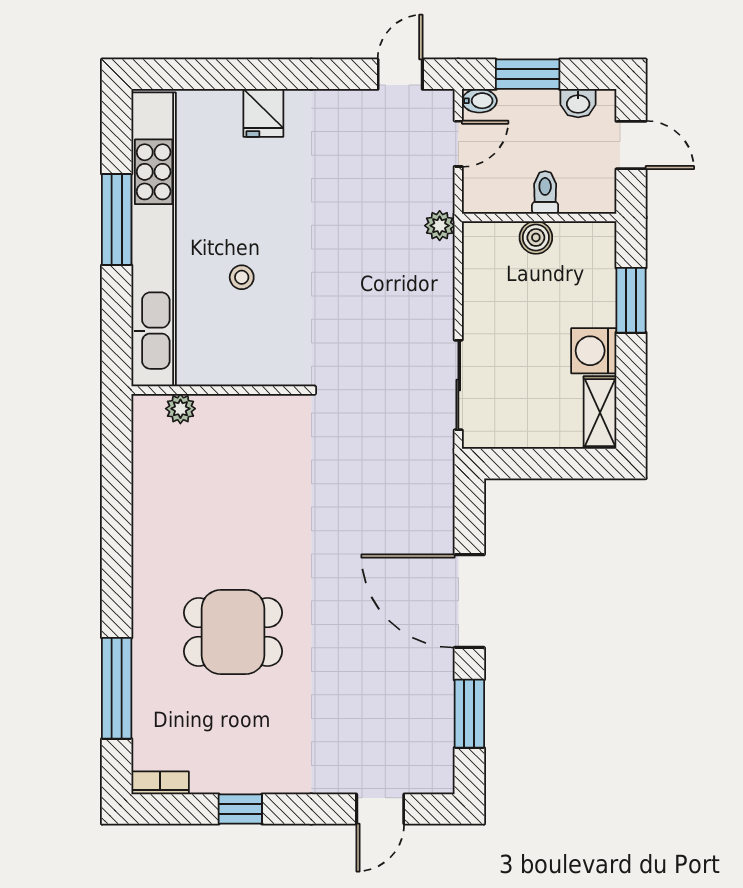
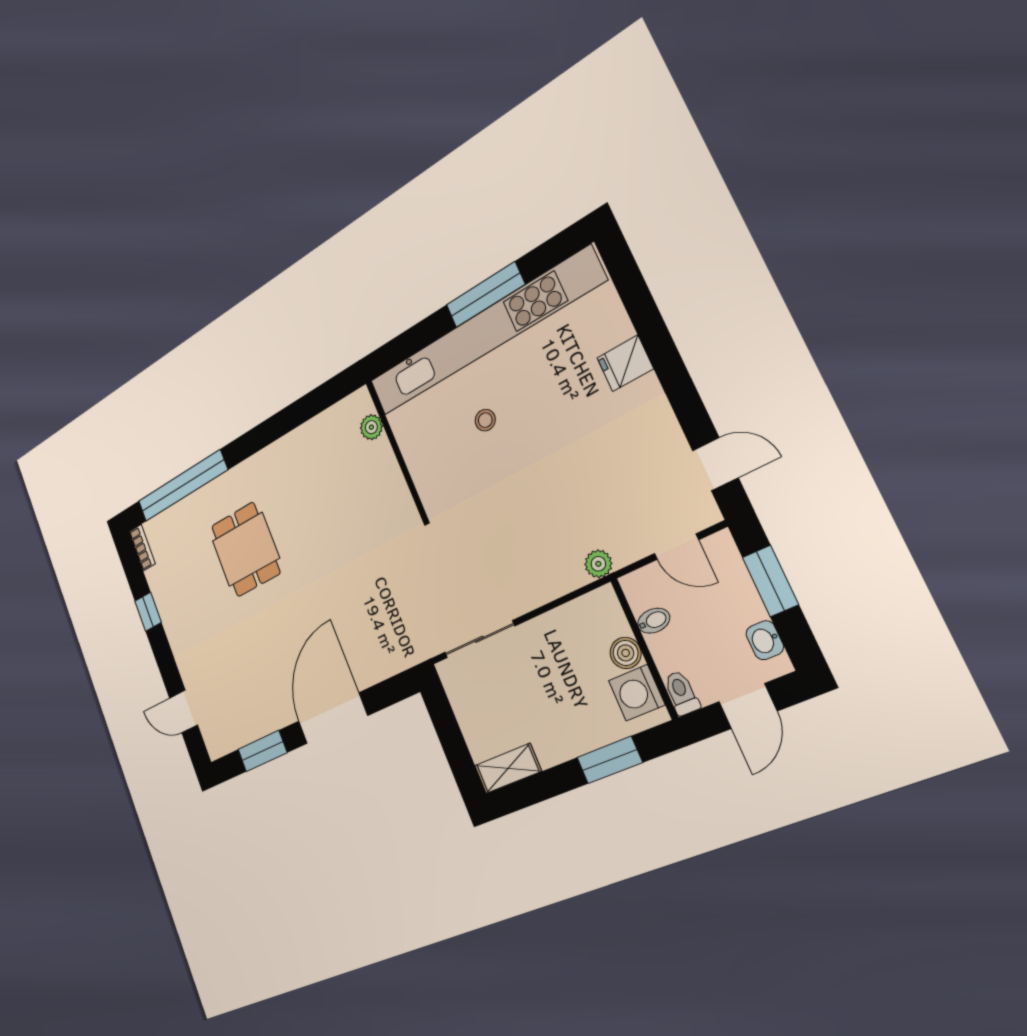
bidet: (479, 101) -> (654, 621), moved, turned -90
toilet: (545, 192) -> (681, 693), moved, turned -90
washing machine: (594, 351) -> (637, 693), moved, turned -90
window: (117, 688) -> (182, 486), width x1.46

